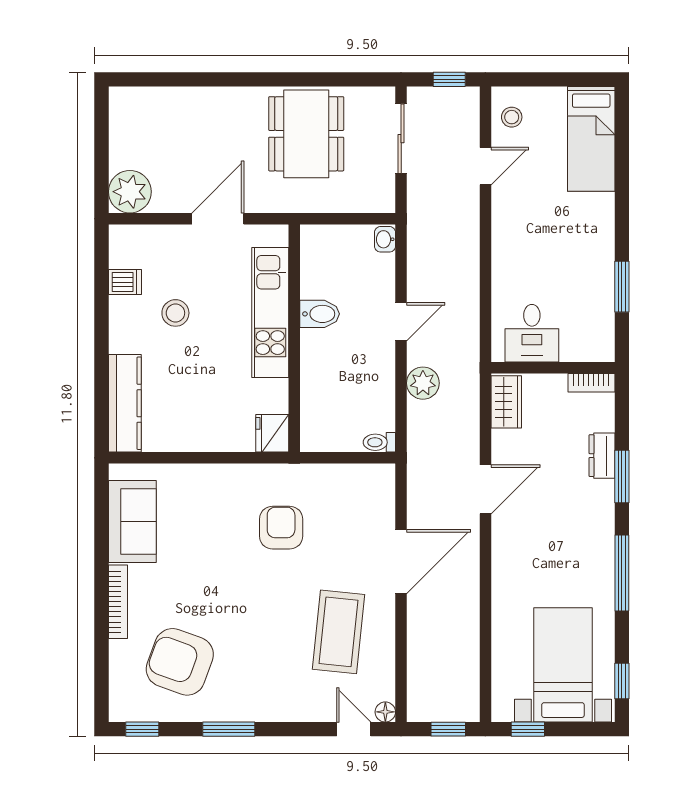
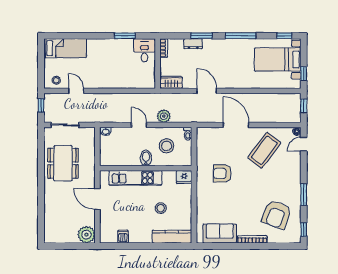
dining table: (306, 134) -> (63, 163), turned 90
stool: (175, 313) -> (161, 208), moved
bidet: (320, 314) -> (146, 158), moved
desk: (532, 333) -> (145, 50), moved, turned -90
stool: (349, 390) -> (166, 146), added
coffee table: (339, 632) -> (264, 150), turned -59

